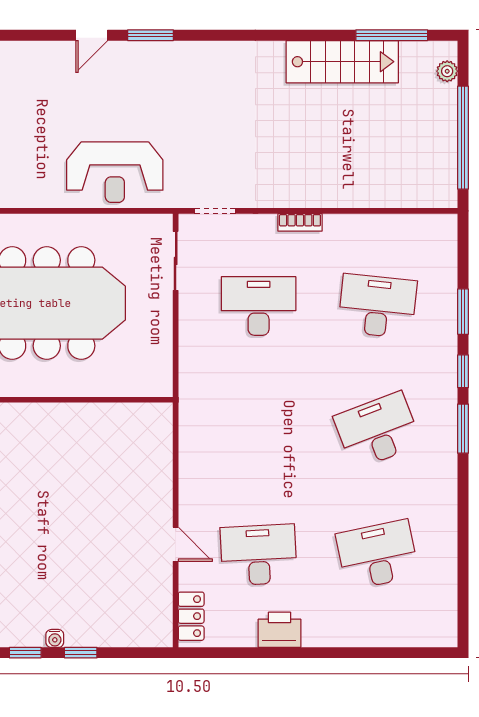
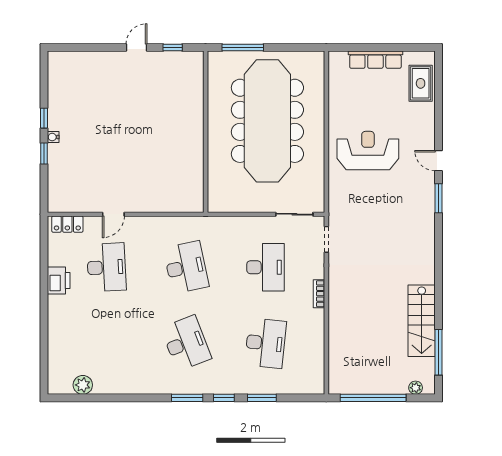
reception desk: (115, 172) -> (368, 151), moved, turned 90
desk: (377, 555) -> (186, 267), moved
plant: (443, 592) -> (83, 385), added

